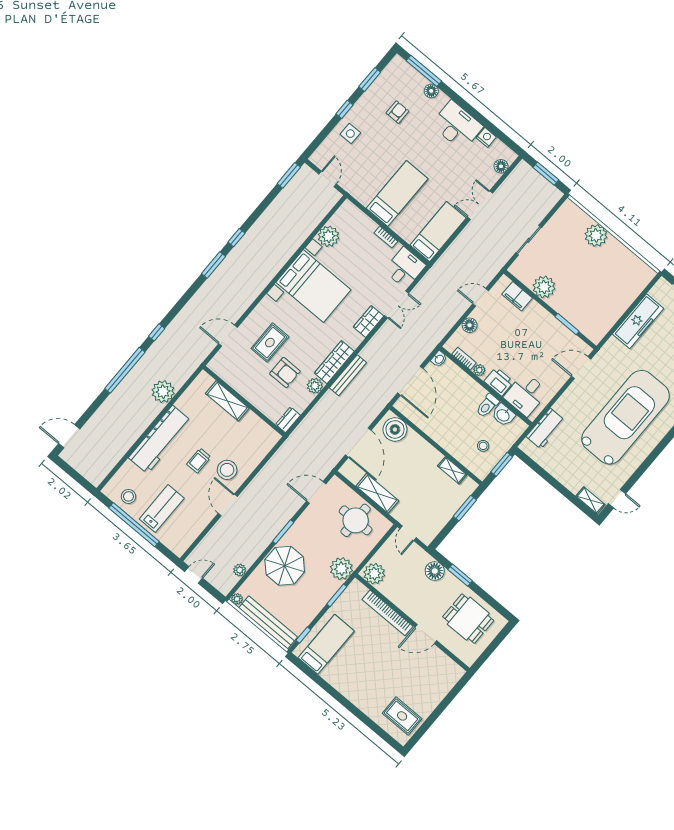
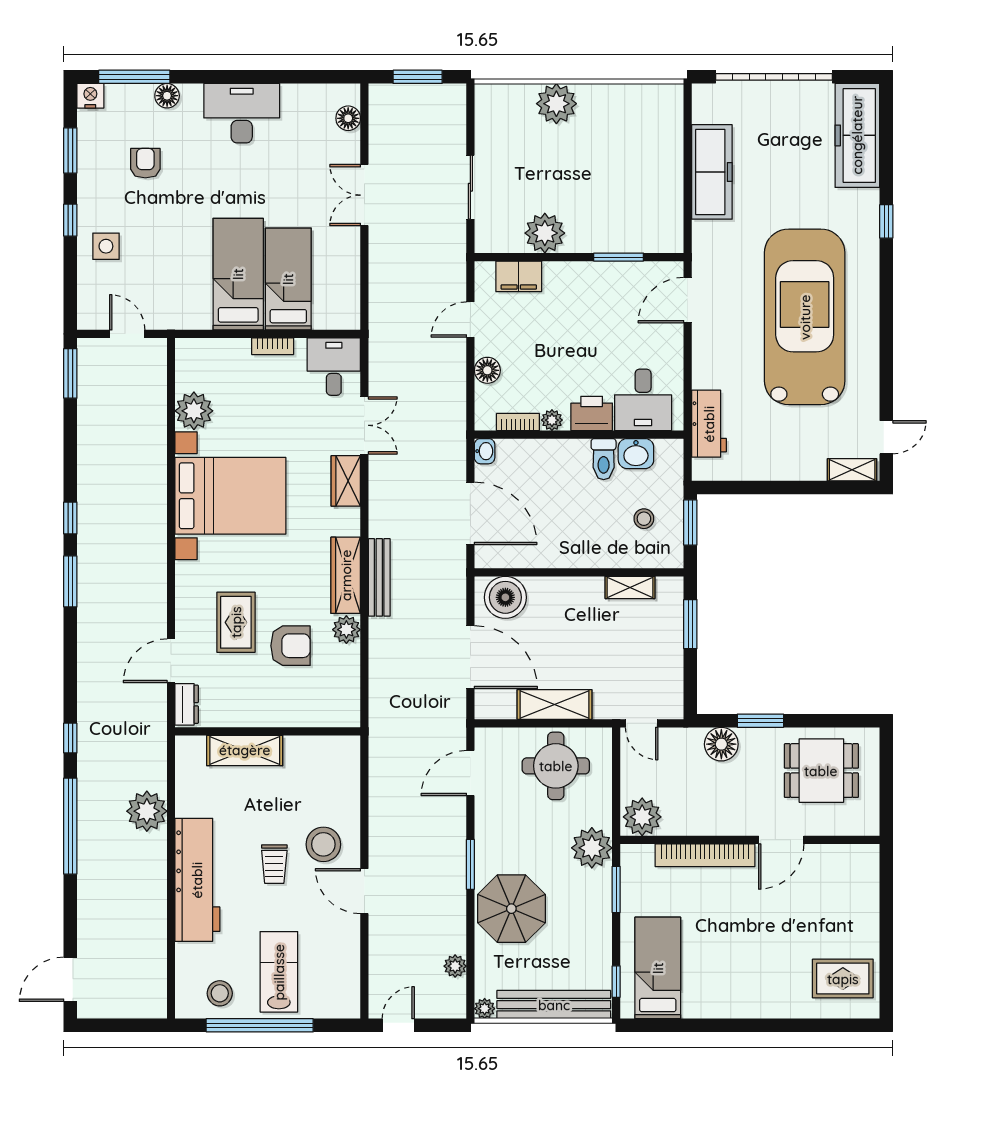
nightstand: (486, 137) -> (90, 96), moved
bed: (438, 232) -> (288, 279), moved
dresser: (288, 420) -> (187, 704), moved, turned 180

